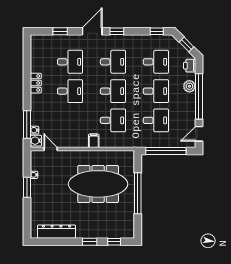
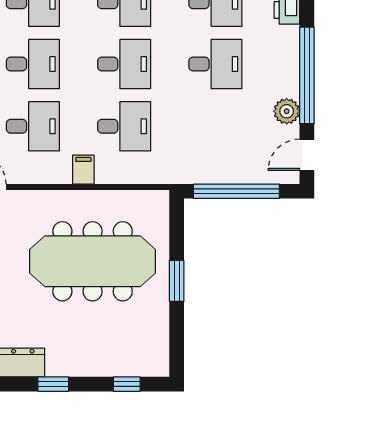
plant: (189, 86) -> (287, 111), moved
desk: (156, 120) -> (33, 126), moved
window: (138, 193) -> (177, 281), width x0.47
window: (90, 242) -> (53, 384), moved

